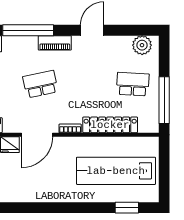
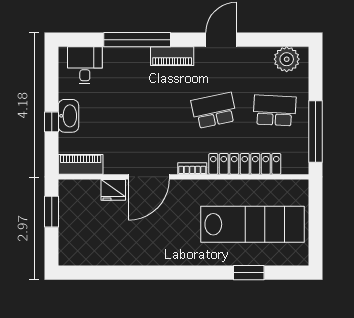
school desk: (40, 84) -> (214, 110), moved
lab bench: (116, 171) -> (252, 224), turned 180
window: (127, 208) -> (249, 273), moved

